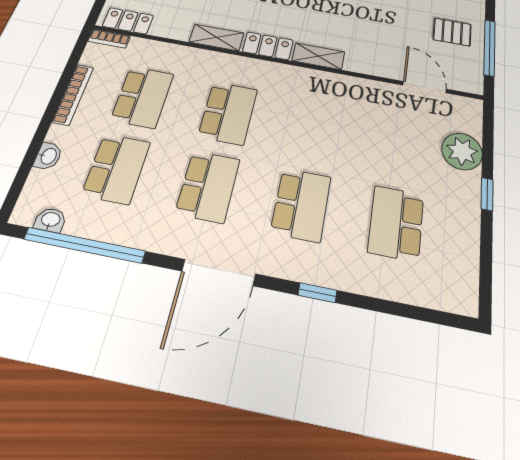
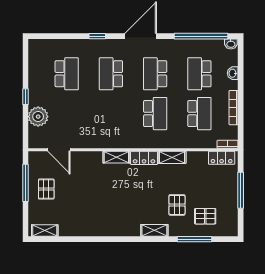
pallet: (452, 32) -> (46, 189), turned 90
school desk: (142, 97) -> (199, 114), turned 180
school desk: (228, 113) -> (155, 114), turned 180
washbasin: (50, 220) -> (231, 44), moved

